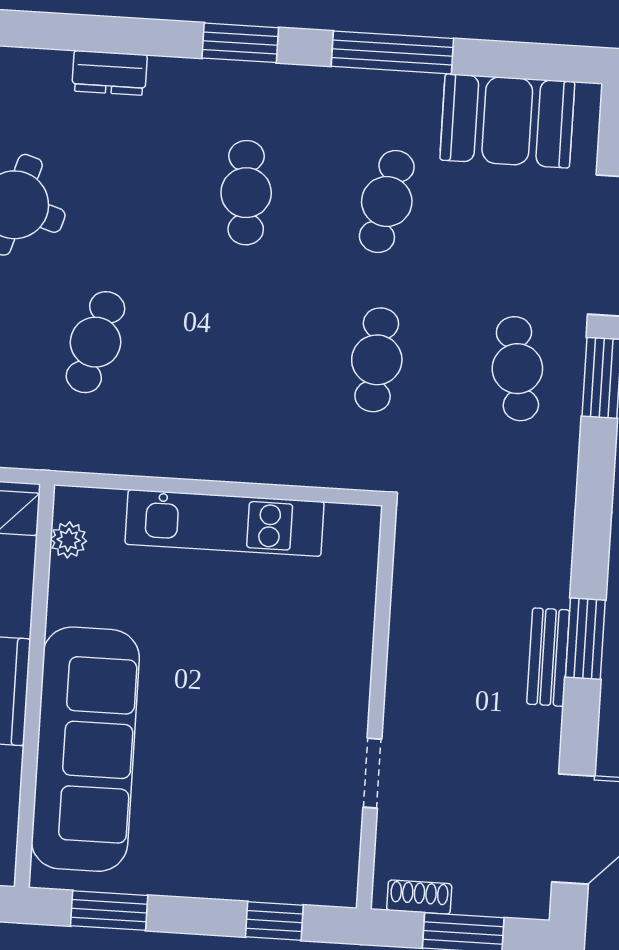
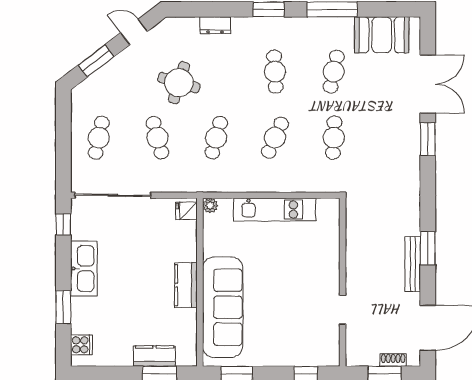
cafe table: (517, 369) -> (275, 138), moved, turned 33
plant: (68, 540) -> (210, 206), moved
bench: (548, 657) -> (413, 264), width x1.36
shoe rack: (419, 897) -> (393, 360), moved

